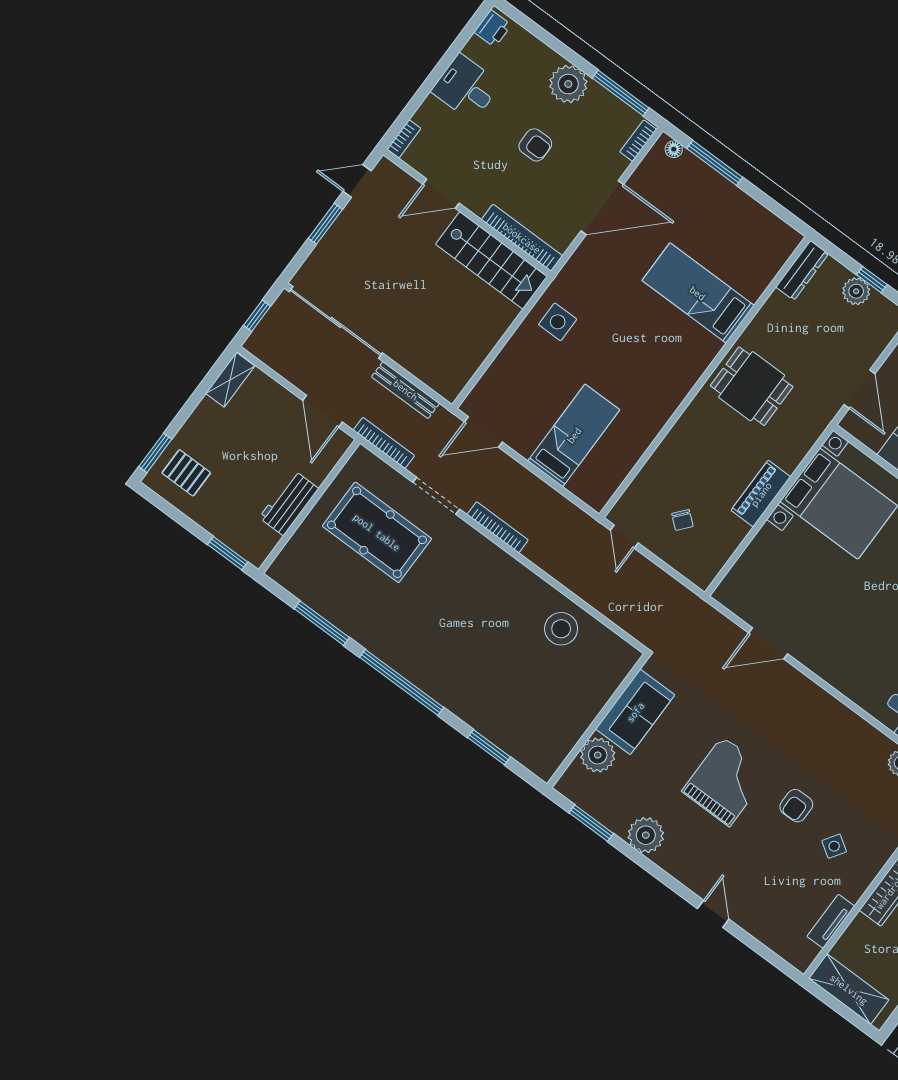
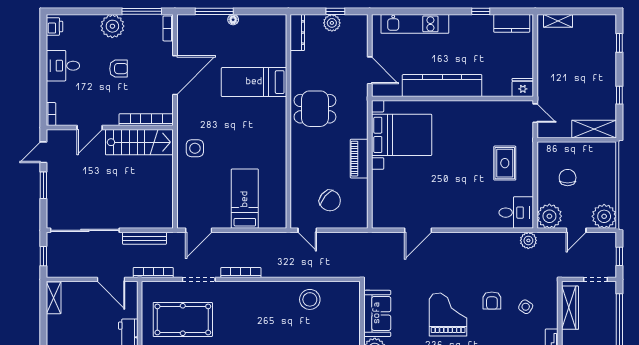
floor lamp: (674, 149) -> (233, 20), moved
chair: (682, 520) -> (330, 201), width x1.87, depth x1.87

